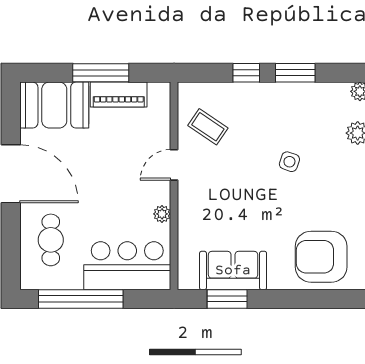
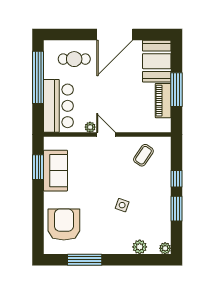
door: (174, 165) -> (106, 135), moved

